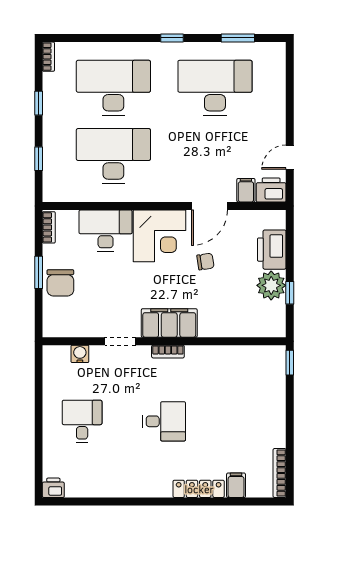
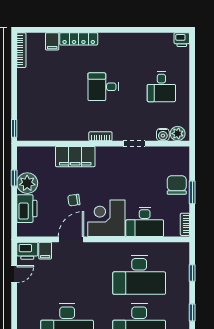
filing cabinet: (169, 323) -> (75, 157), moved
plant: (59, 355) -> (178, 134), added

